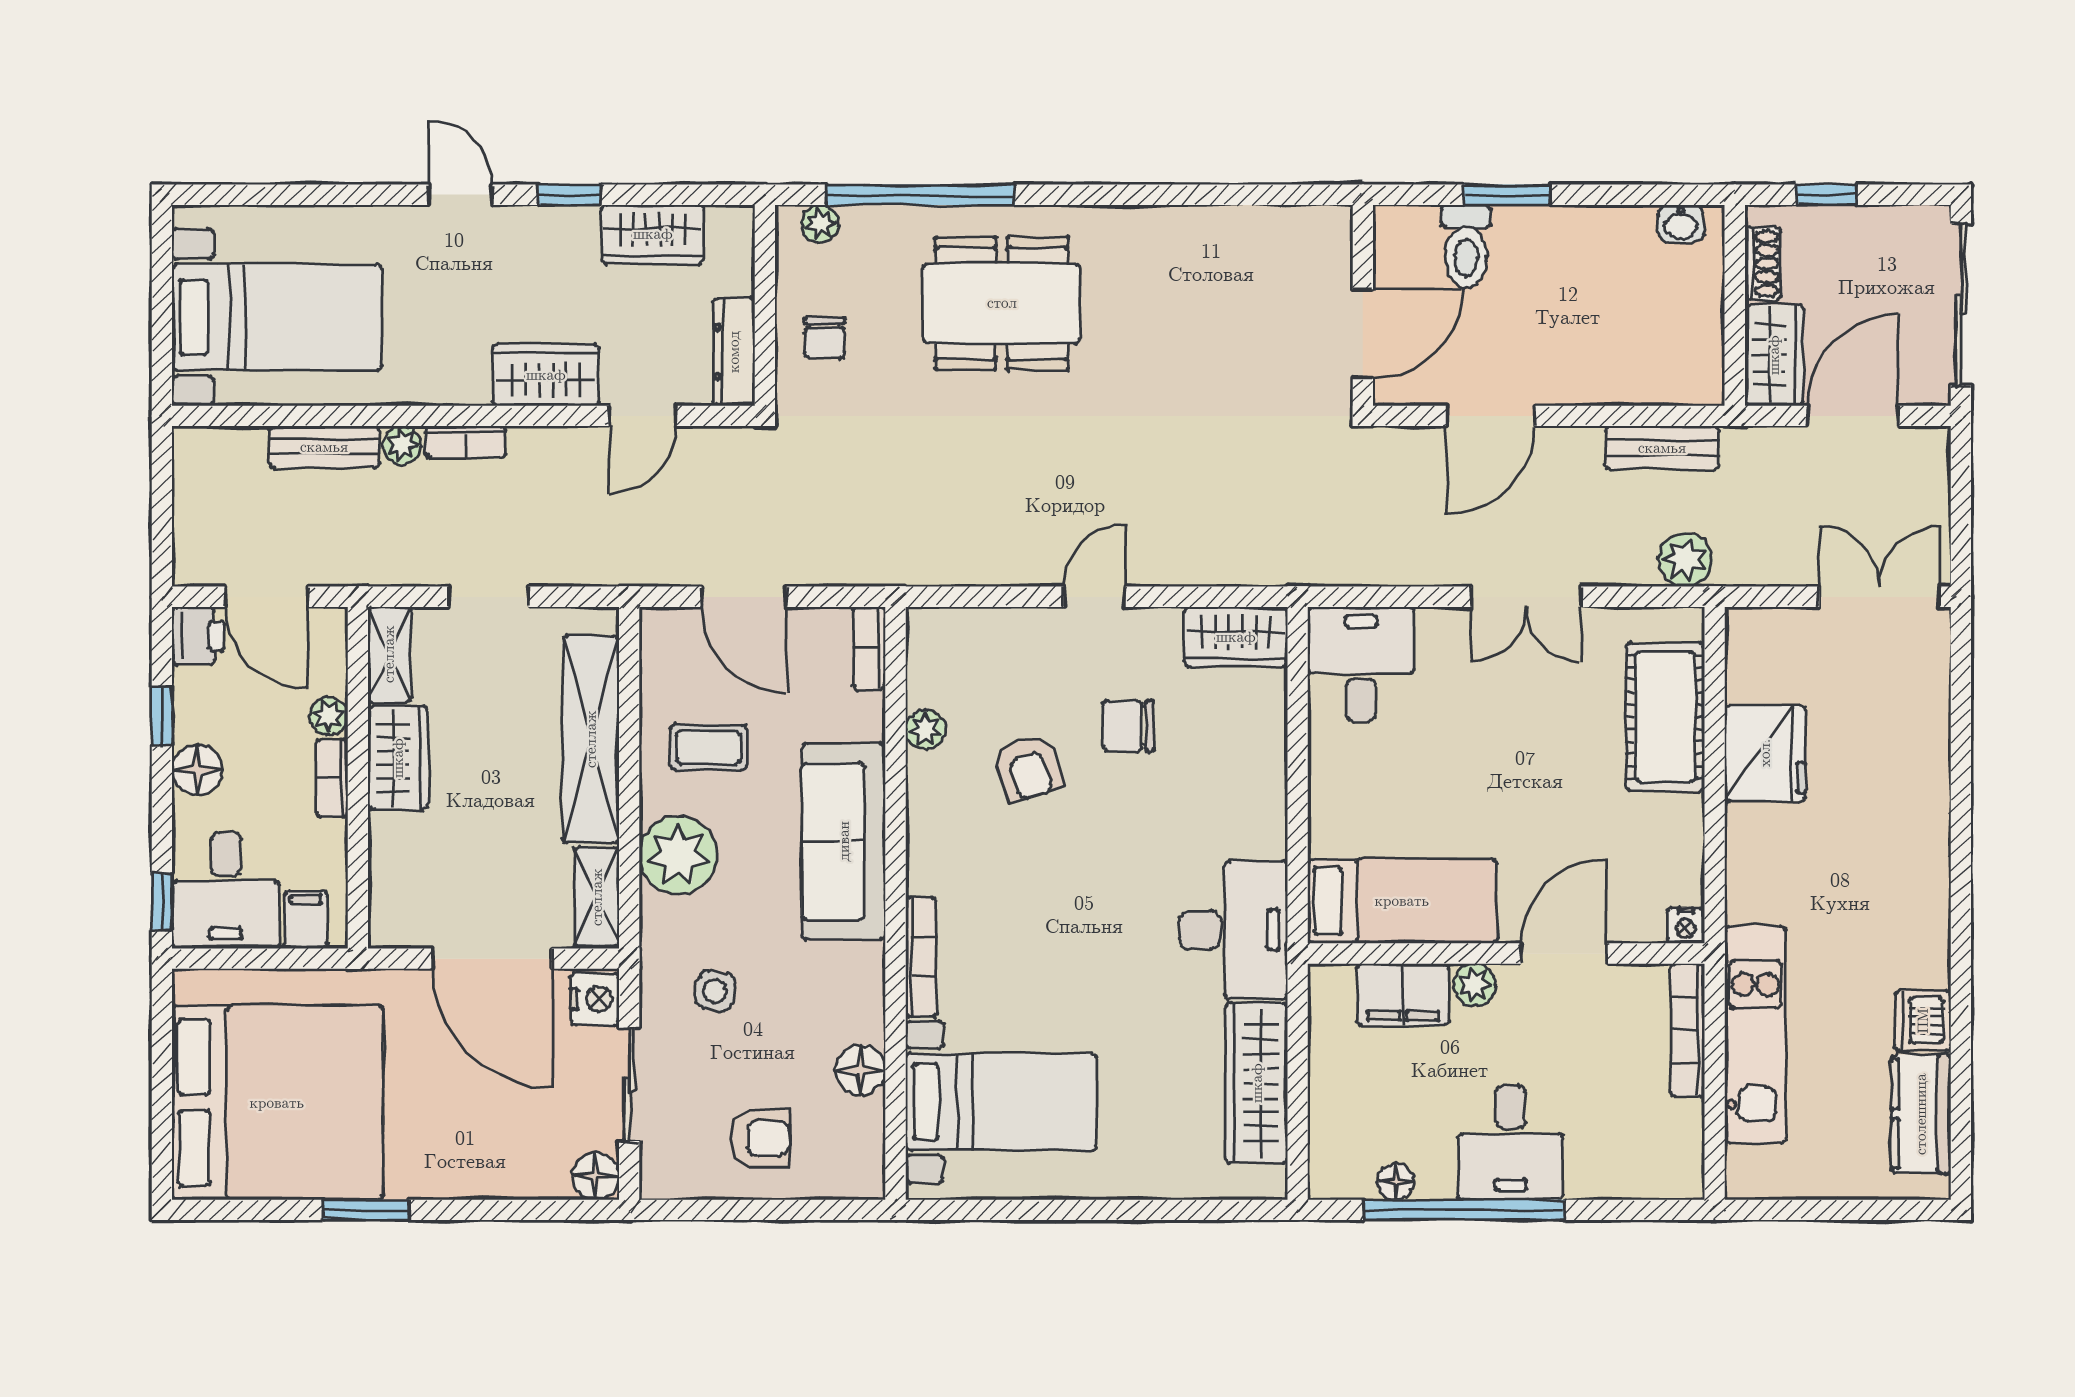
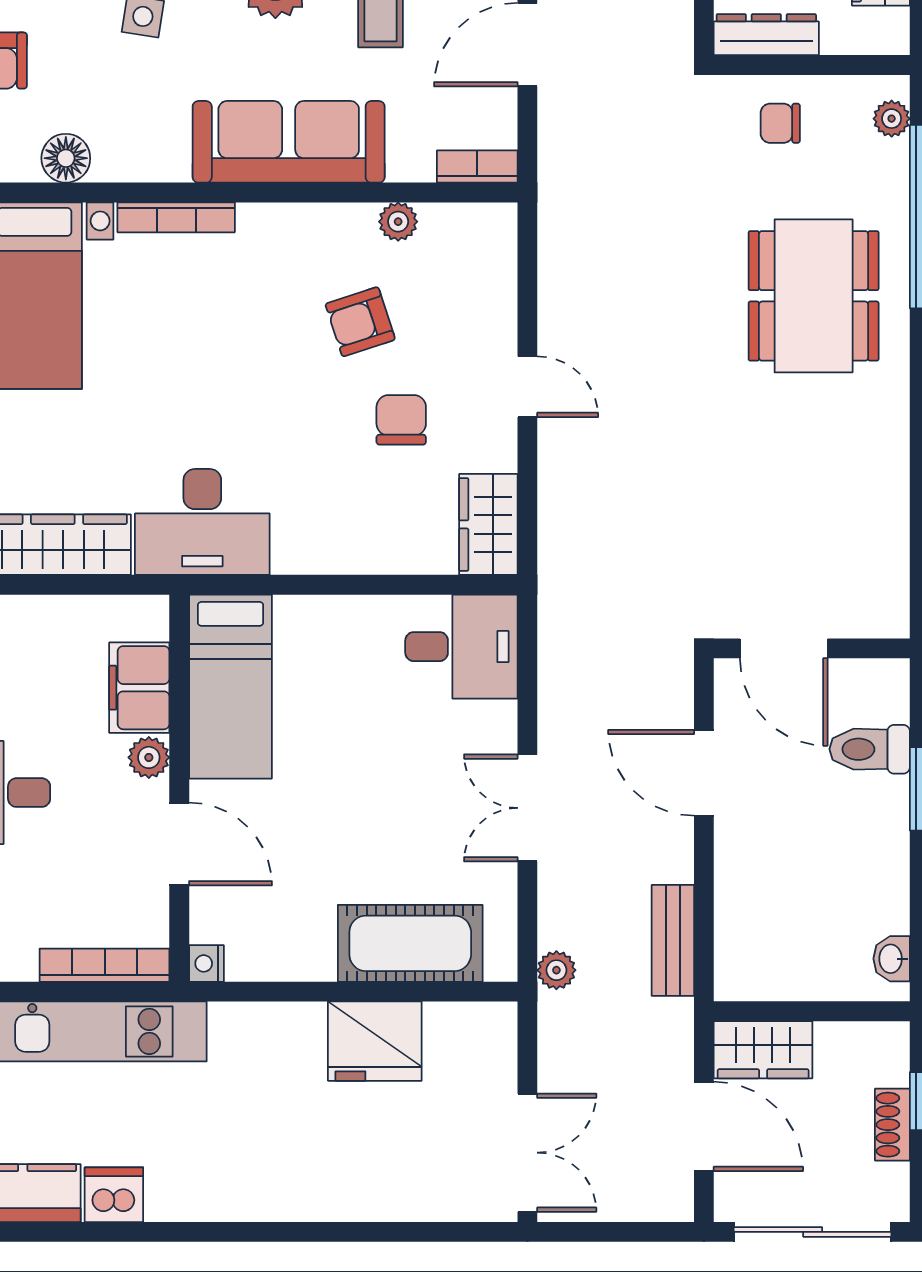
shoe rack: (1763, 264) -> (892, 1125), moved, turned 90
plant: (1685, 560) -> (556, 970), width x0.73, depth x0.73

